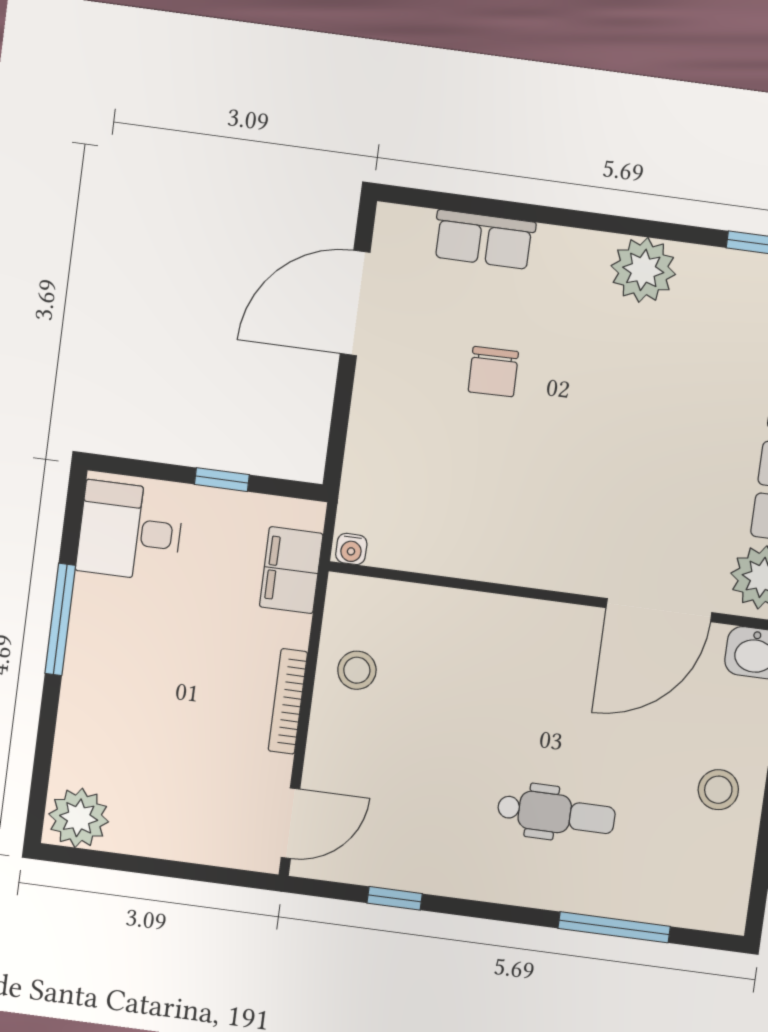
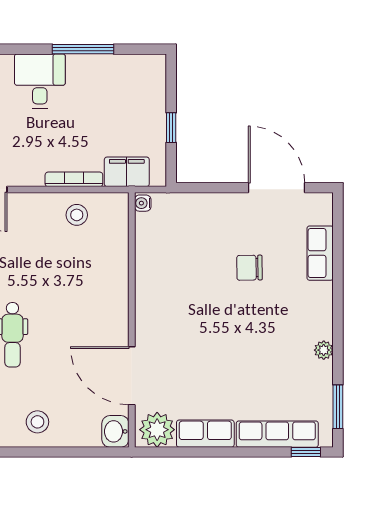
plant: (643, 270) -> (324, 350), width x0.53, depth x0.53
desk: (130, 531) -> (40, 81), moved
bookcase: (288, 701) -> (74, 179), moved

